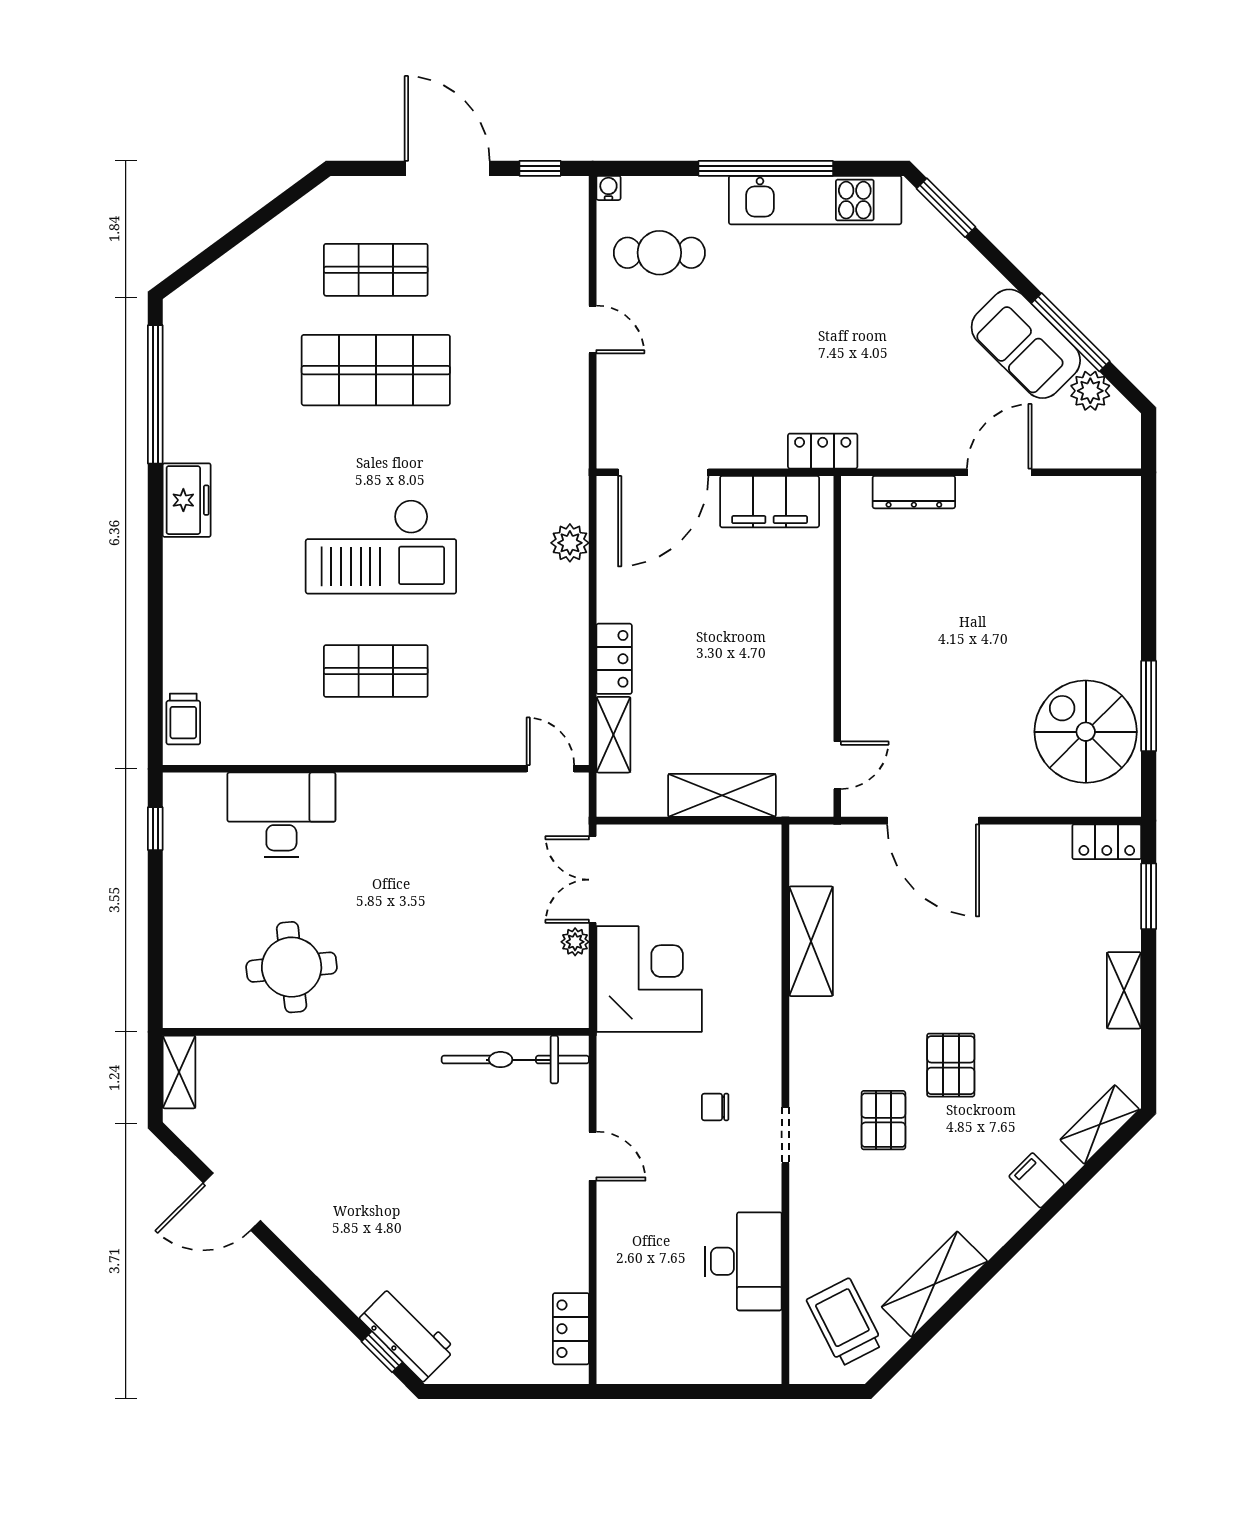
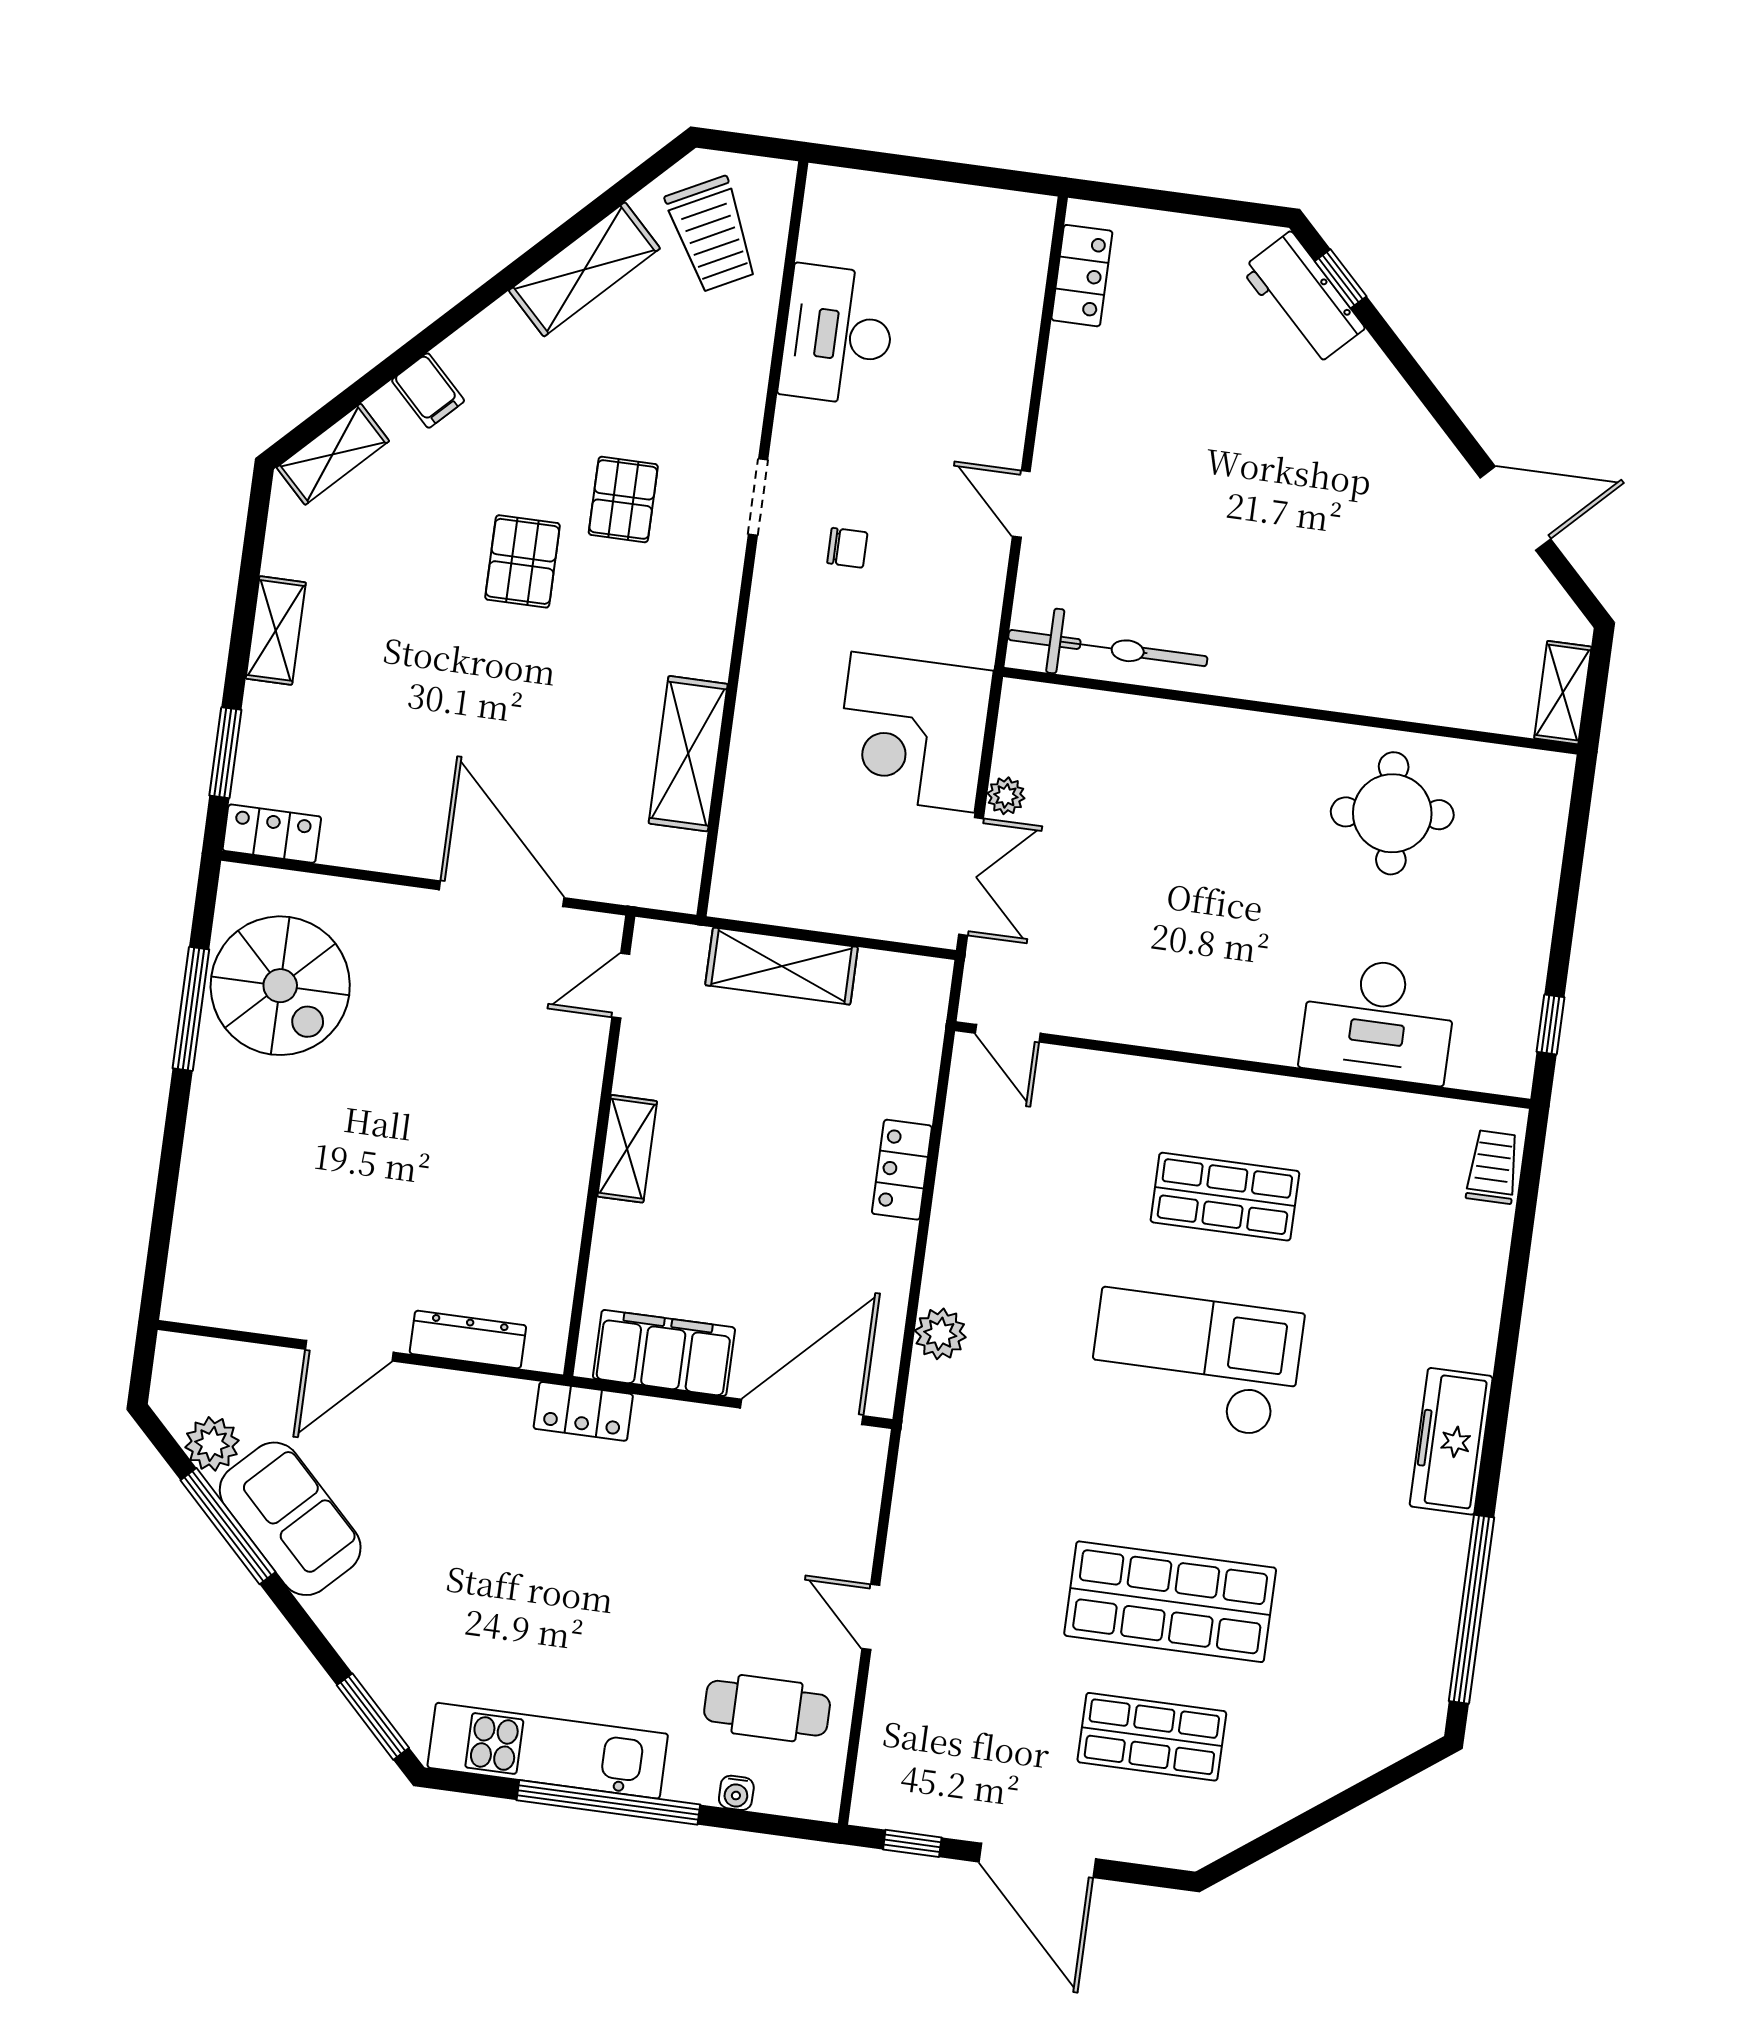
water cooler: (608, 188) -> (736, 1793), moved
freezer: (187, 500) -> (1451, 1441), width x1.40
shelving: (613, 735) -> (627, 1149), moved

